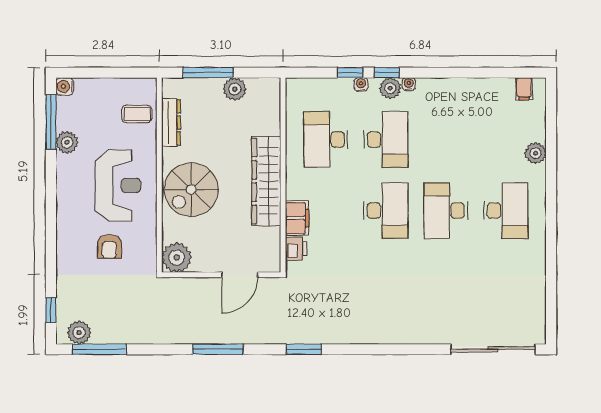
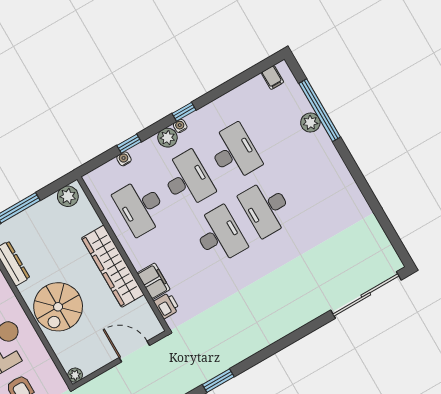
window: (387, 73) -> (184, 112), moved
water cooler: (361, 84) -> (124, 159), moved
plant: (235, 89) -> (68, 196), moved
window: (551, 147) -> (320, 110), added
desk: (506, 210) -> (234, 152), moved
plant: (177, 258) -> (75, 375), width x0.53, depth x0.53
door: (240, 275) -> (134, 351), swing flipped

